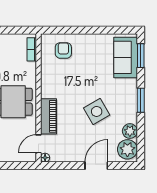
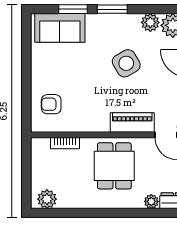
bookcase: (32, 49) -> (65, 143), moved
window: (141, 56) -> (73, 9), moved

